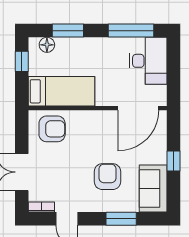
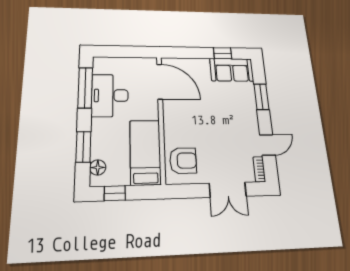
desk: (148, 61) -> (110, 95), moved, turned -90
armchair: (52, 129) -> (183, 161), turned 90
window: (173, 161) -> (223, 53), moved
armchair: (107, 177) -> (225, 109), removed

